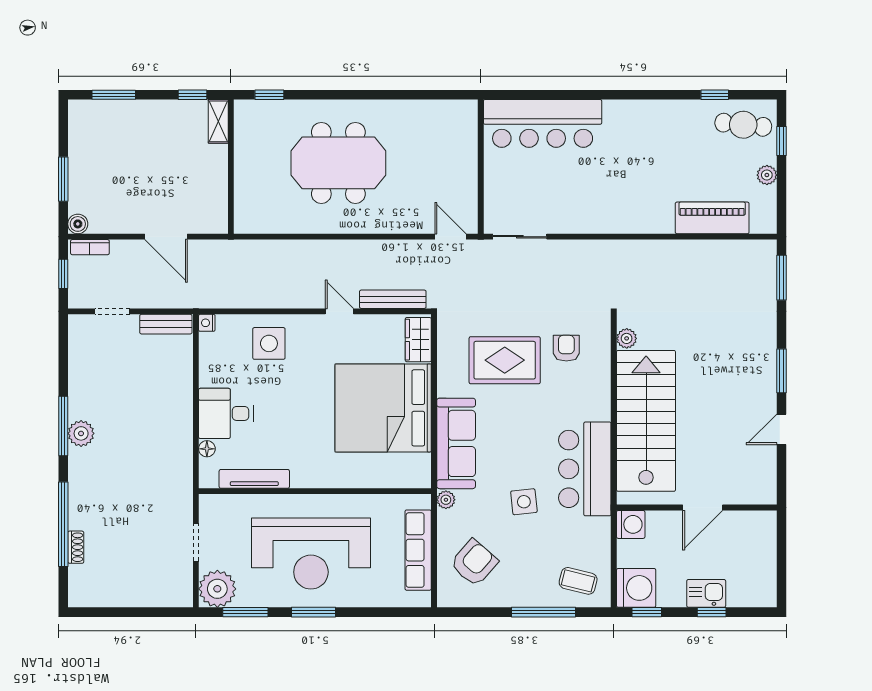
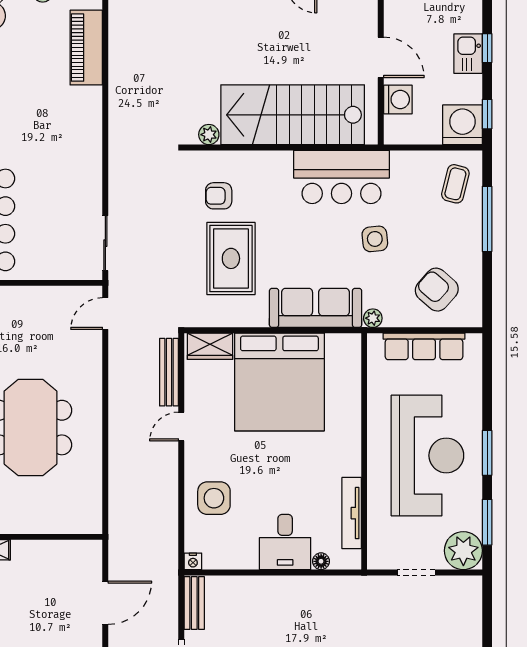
washing machine: (631, 524) -> (398, 99), moved, turned 90

